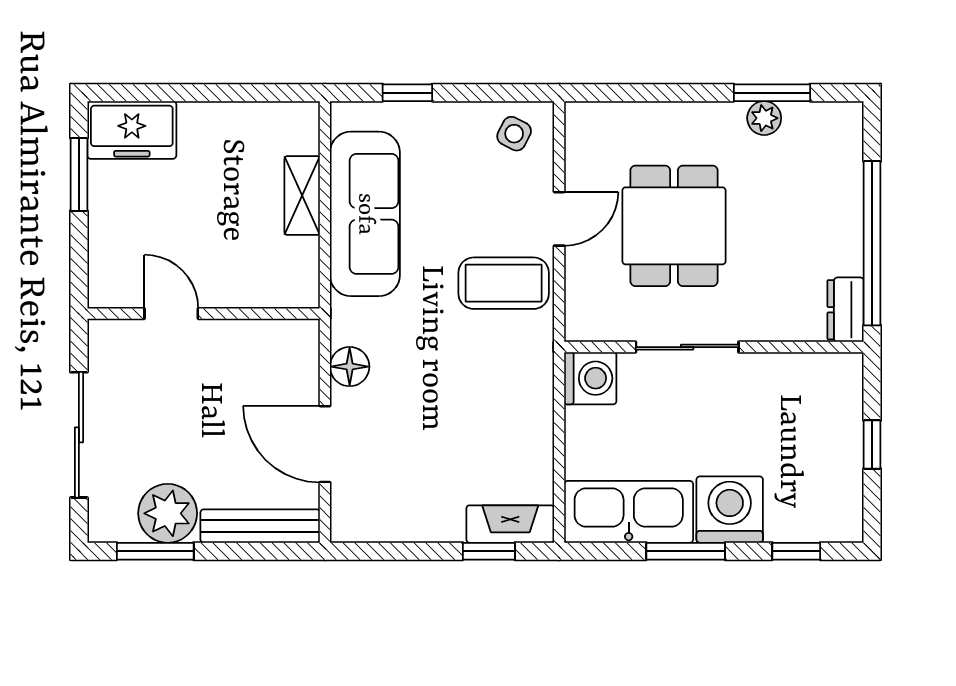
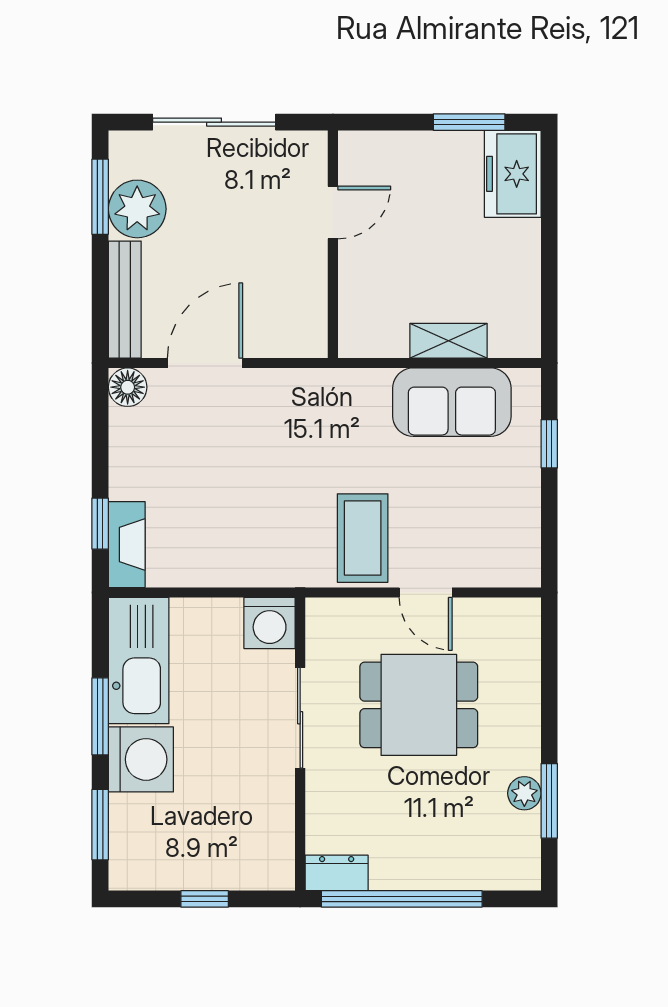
side table: (514, 134) -> (509, 548), removed
sofa: (365, 214) -> (452, 402), width x0.73
floor lamp: (350, 367) -> (128, 387), moved
window: (796, 551) -> (100, 825), width x1.50

